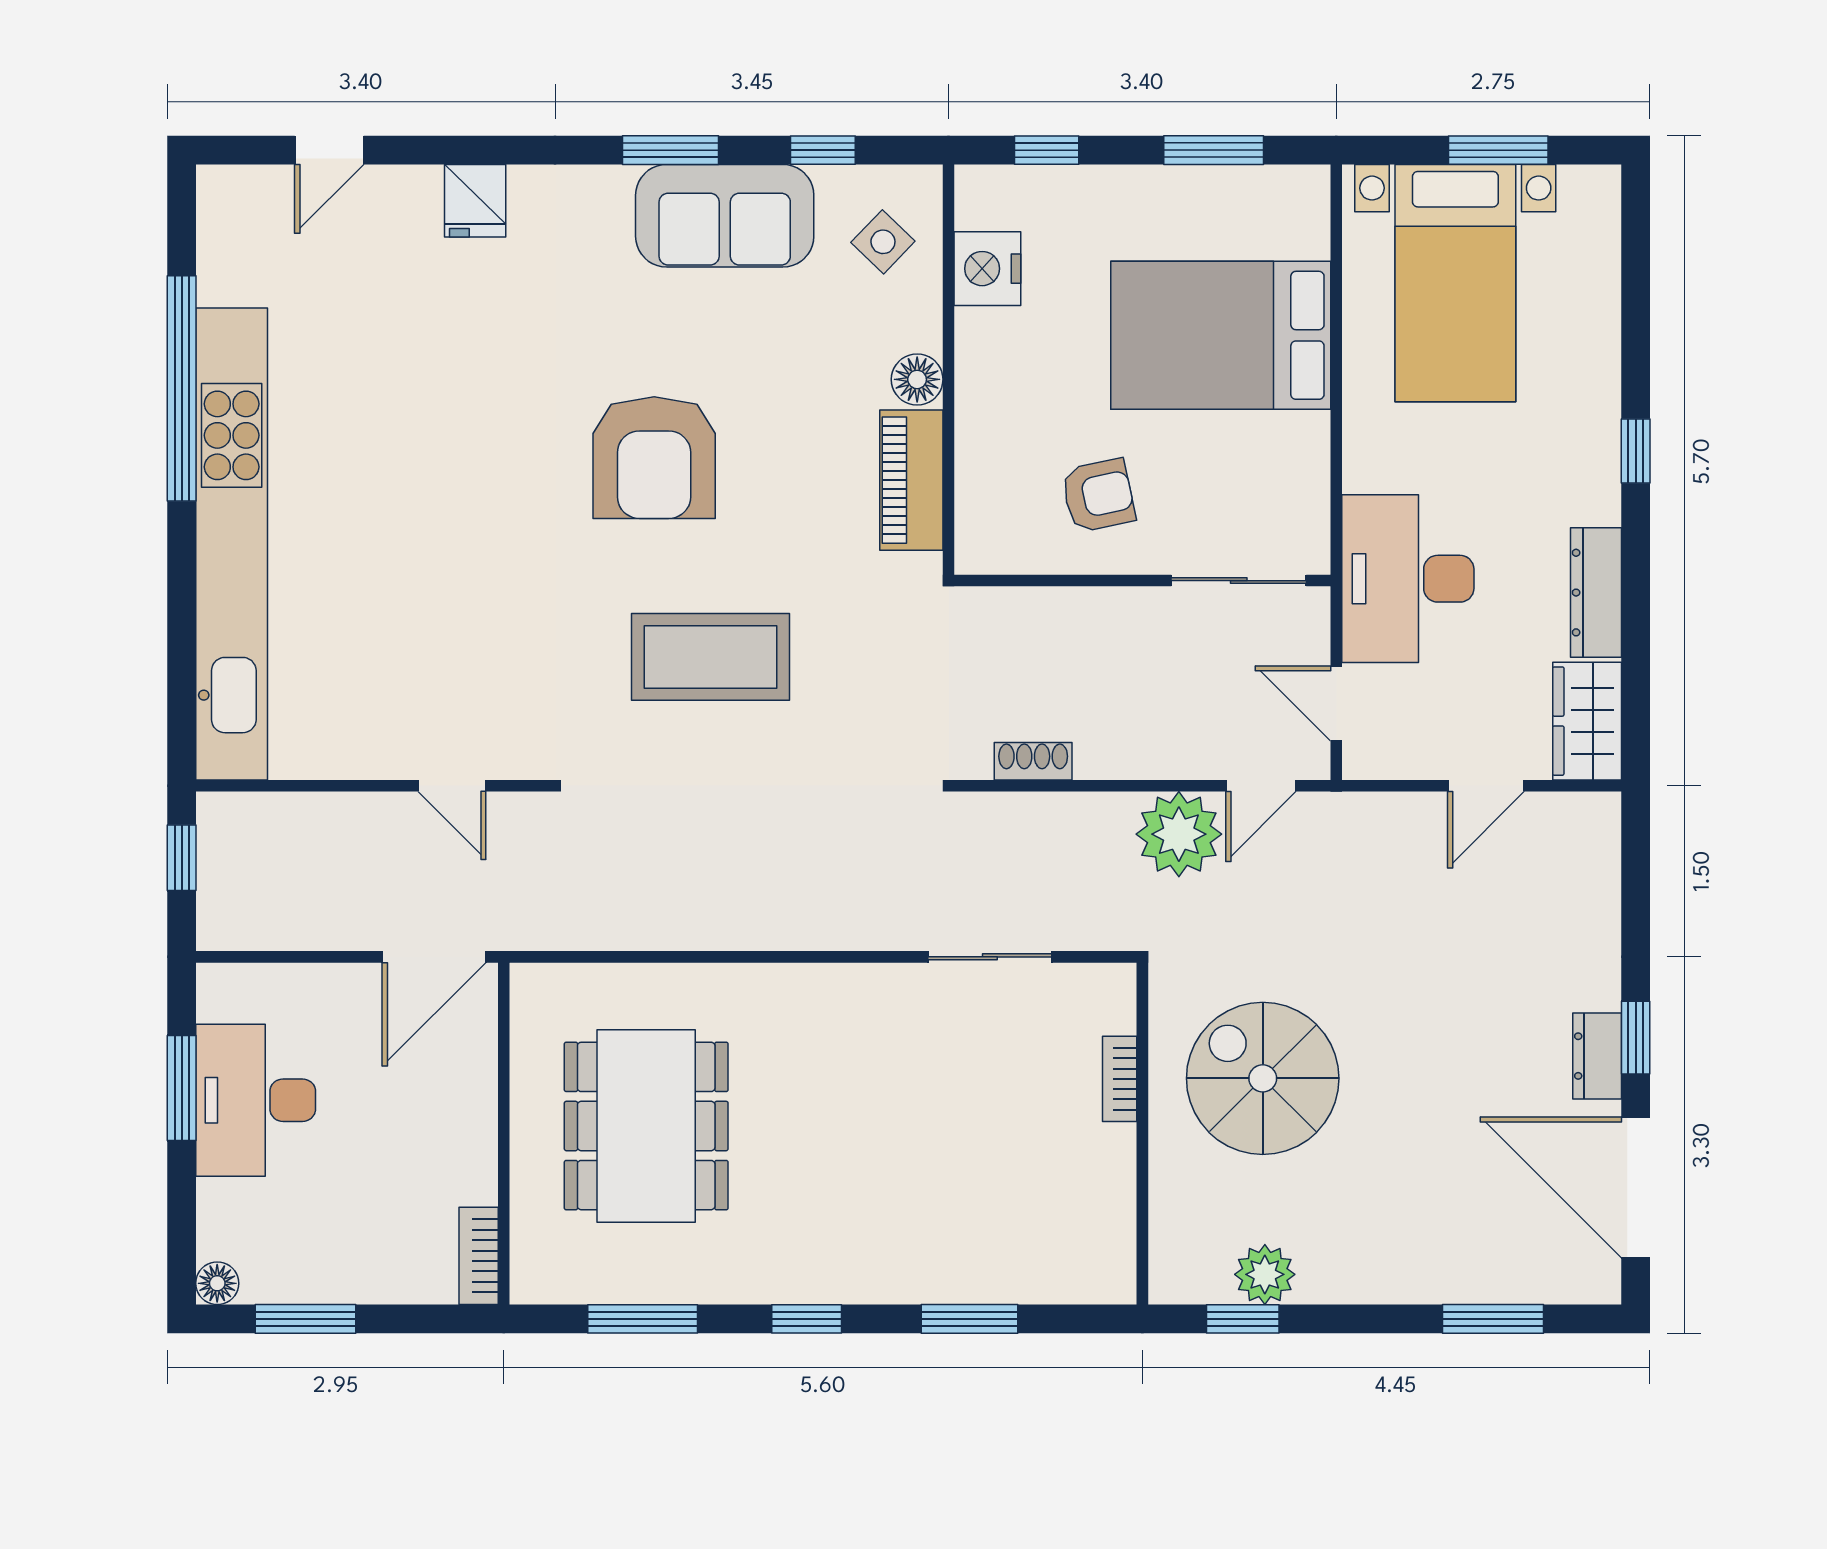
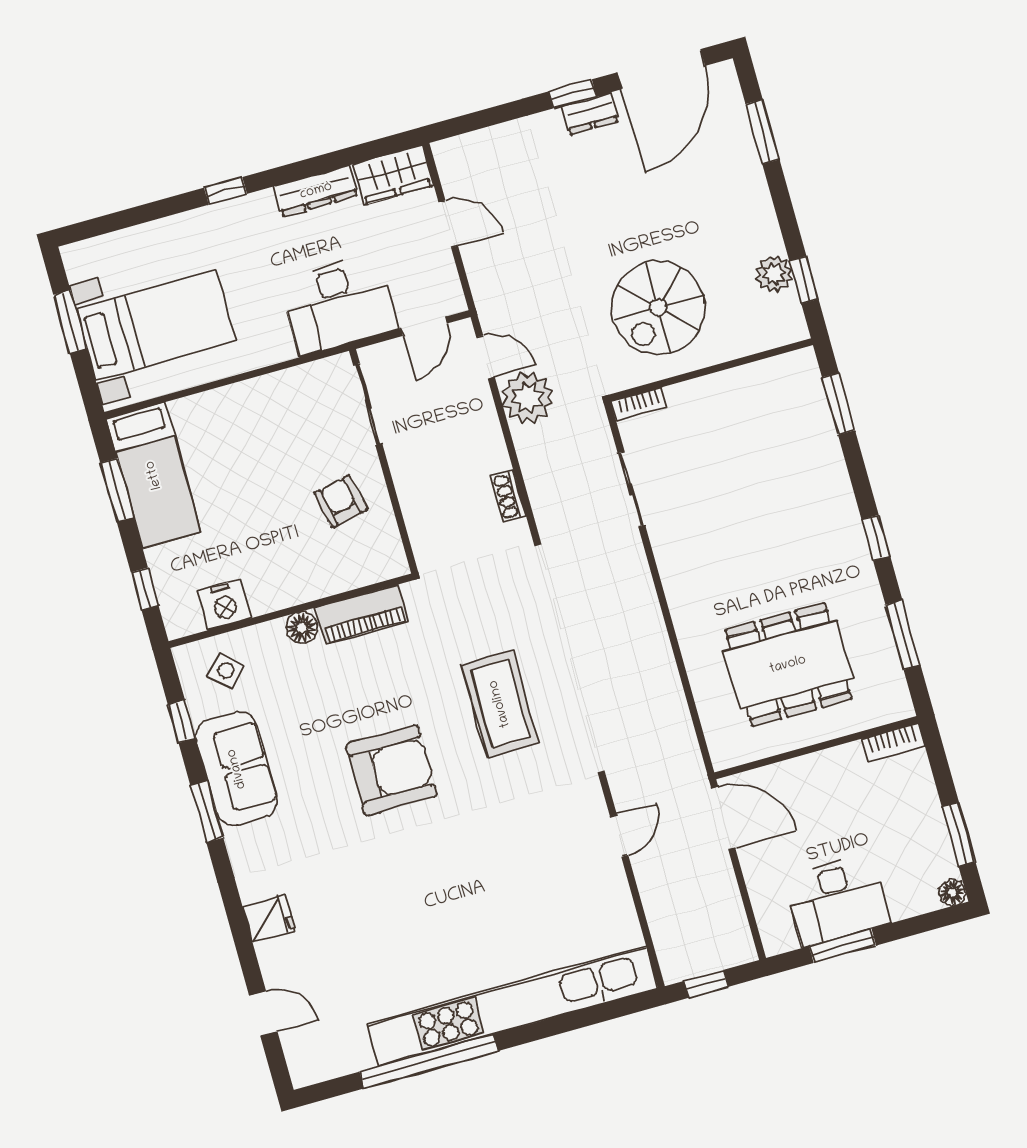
bed: (1221, 335) -> (154, 475), moved, width x0.67
bookcase: (1120, 1079) -> (639, 404), moved
window: (969, 1319) -> (838, 404), moved

